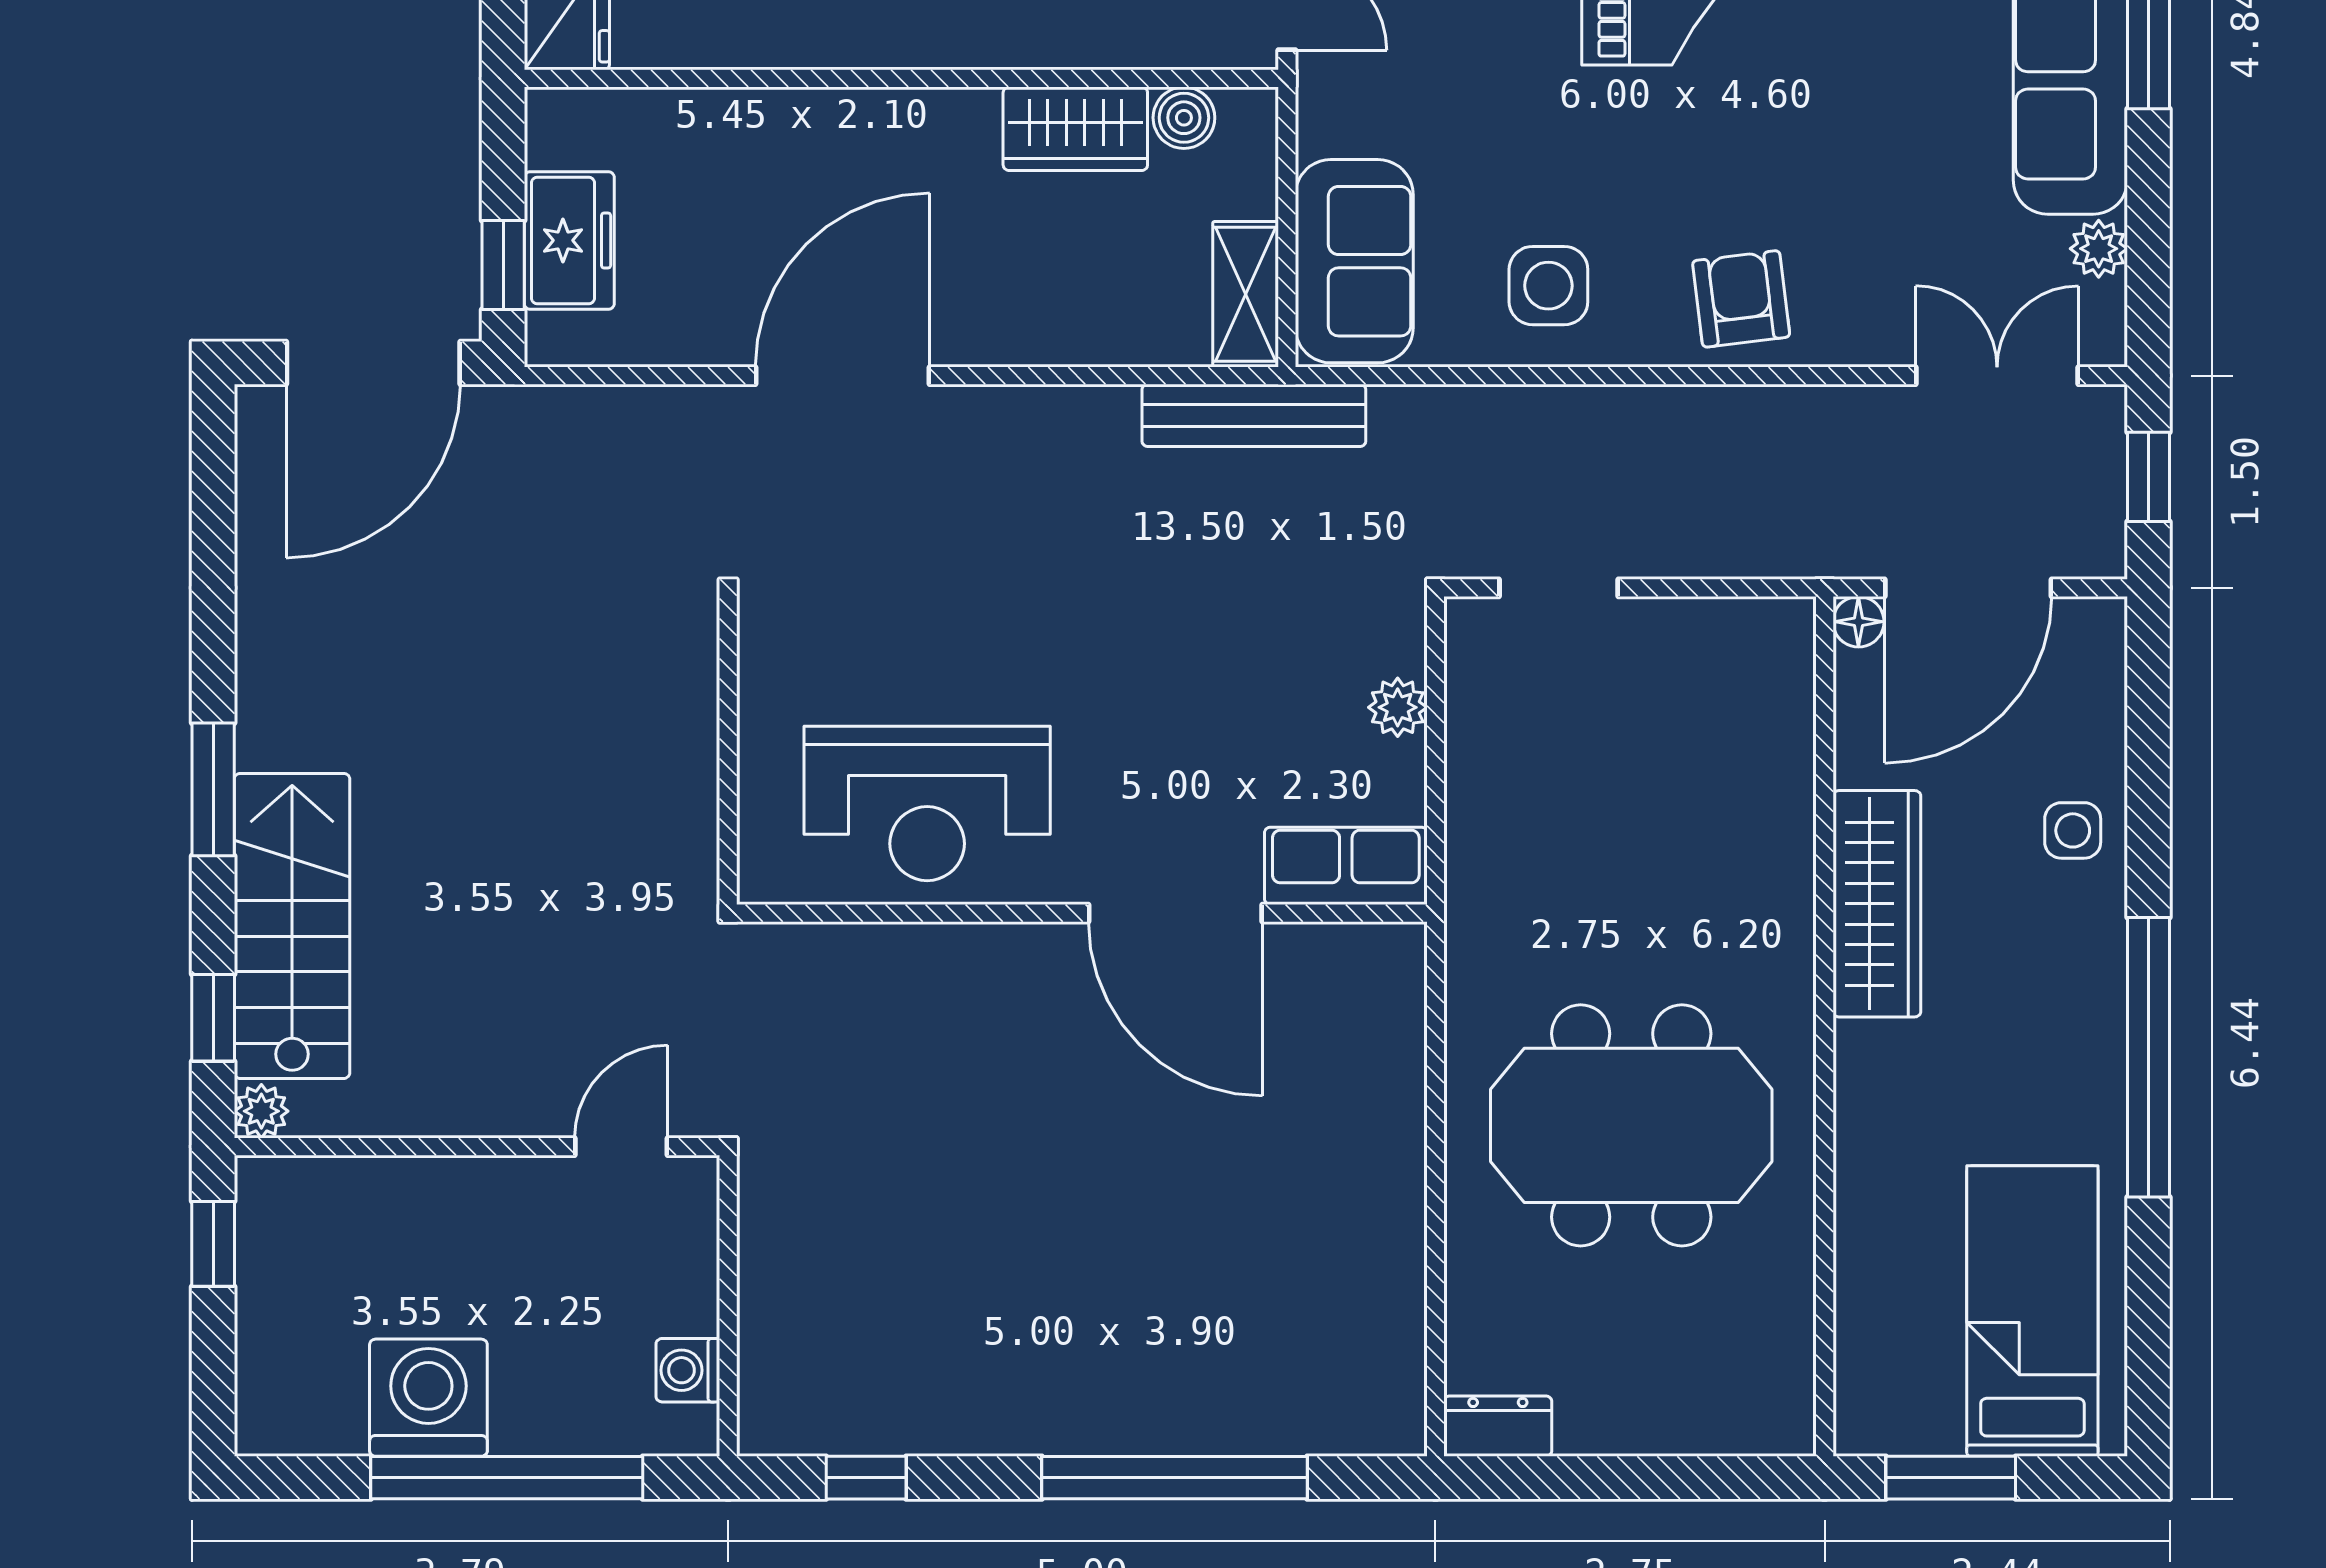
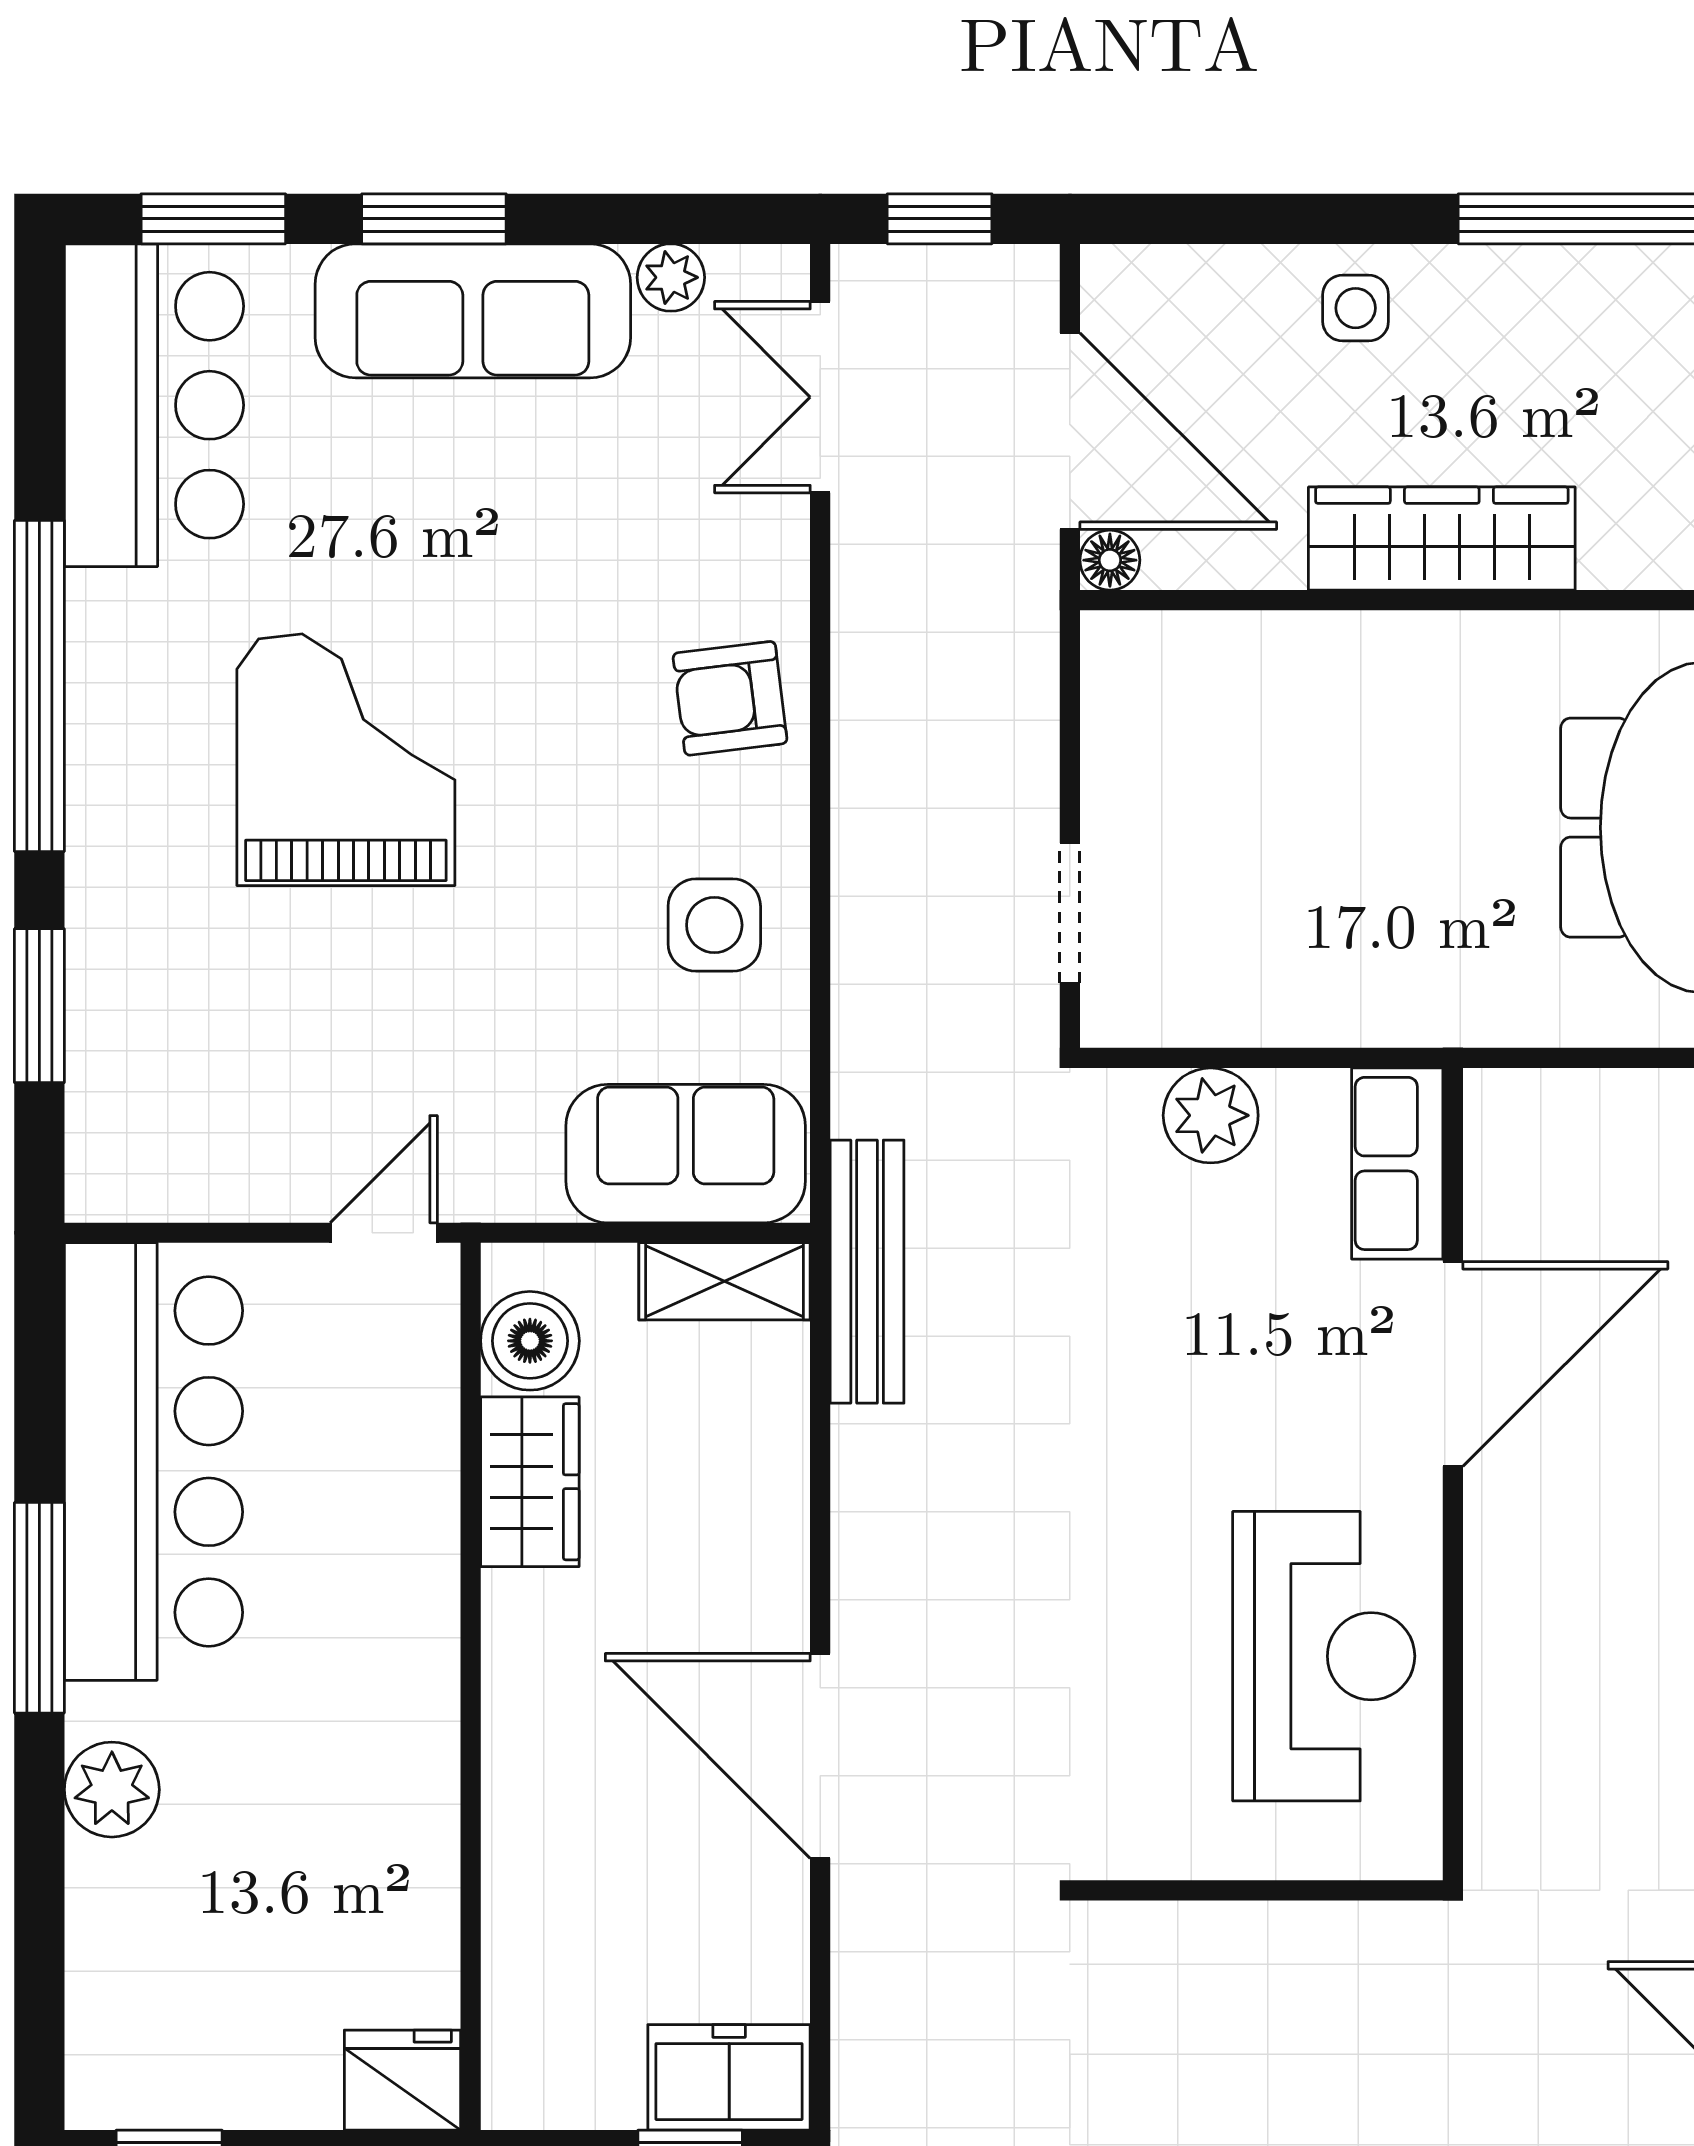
boiler: (1184, 118) -> (530, 1341), width x1.36, depth x1.36
freezer: (569, 240) -> (729, 2077), moved
plant: (1398, 707) -> (1211, 1115), width x1.38, depth x1.38

